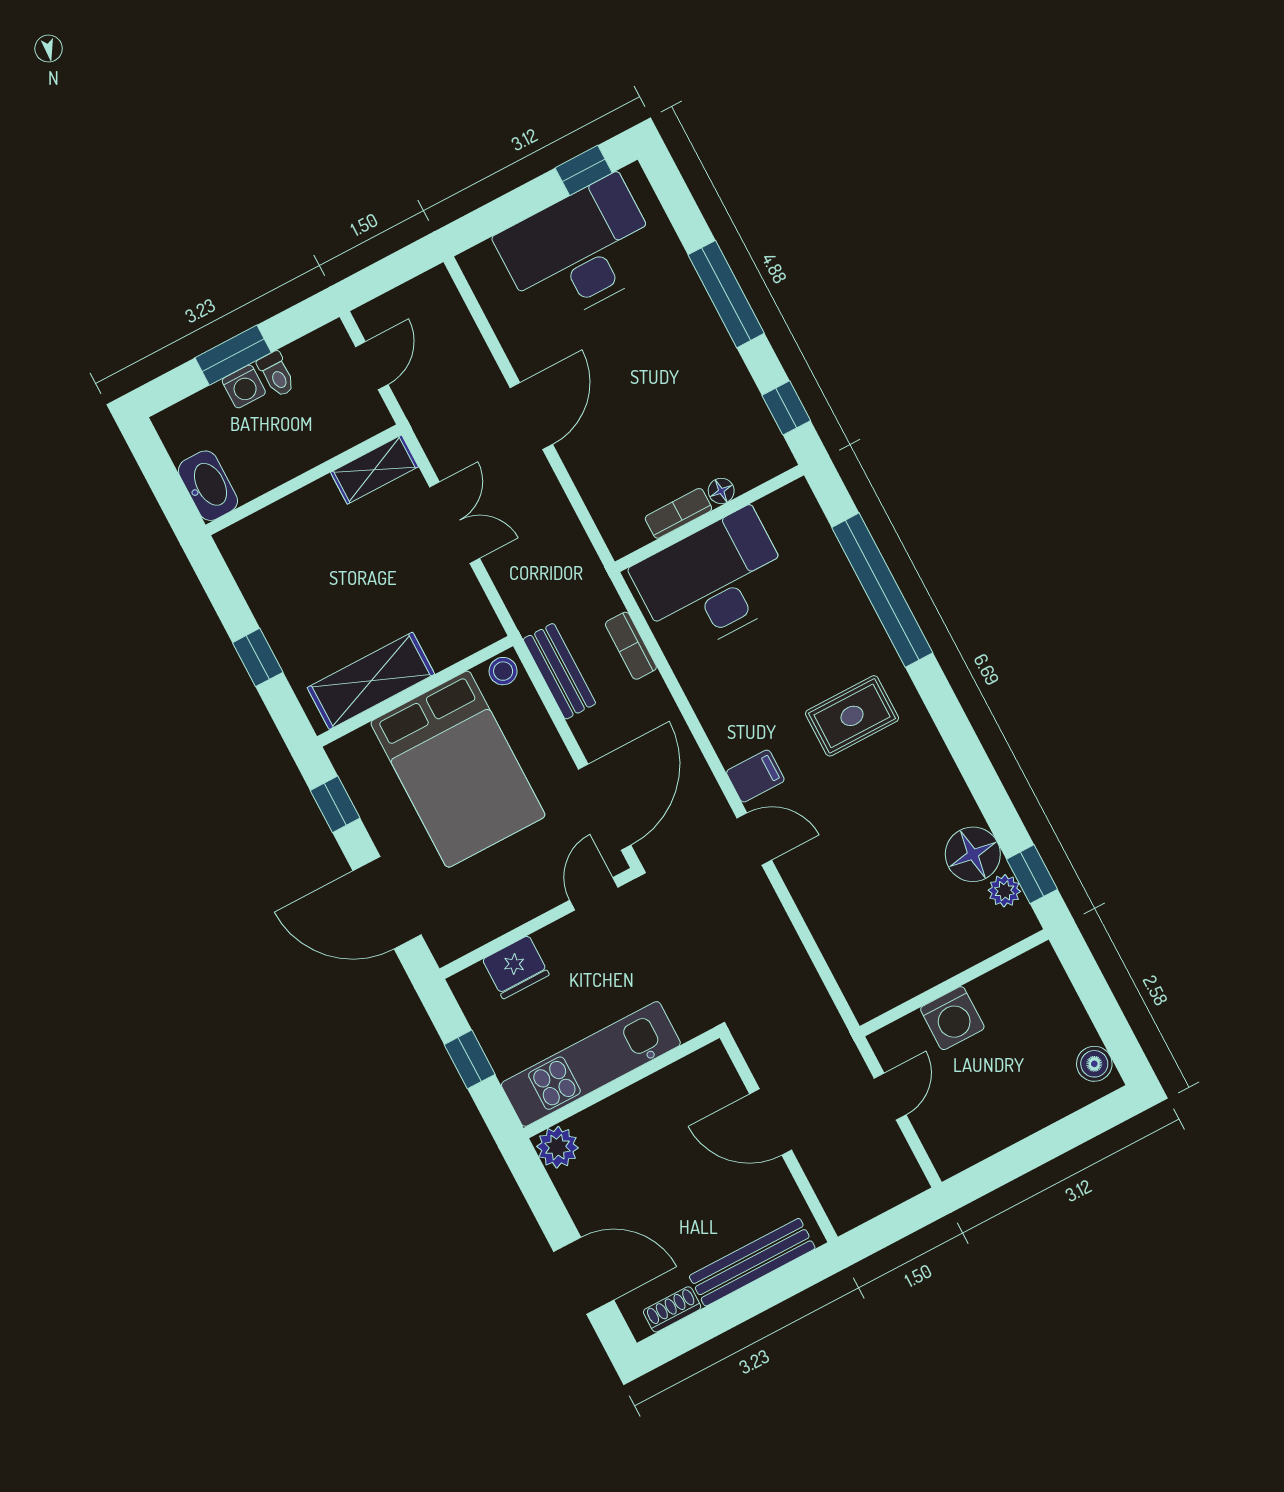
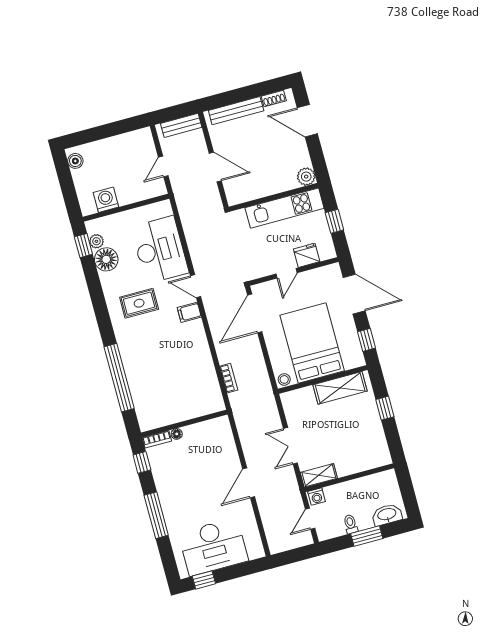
washing machine: (244, 387) -> (317, 497), moved, turned 180
washbasin: (208, 486) -> (387, 515), moved, turned 90
bookcase: (678, 513) -> (157, 439), moved
desk: (713, 582) -> (160, 250), moved, turned -90
bench: (559, 671) -> (181, 125), moved, turned 90
rug: (852, 716) -> (139, 303), moved
door: (594, 894) -> (286, 273), moved
washing machine: (952, 1018) -> (106, 200), moved

